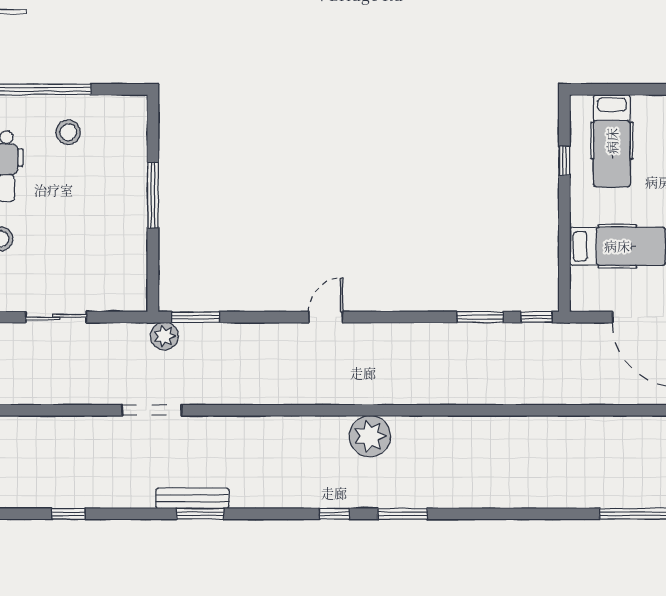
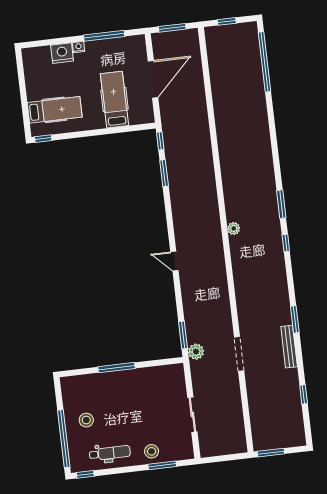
window: (564, 161) -> (43, 139), moved
plant: (370, 436) -> (234, 229), width x0.53, depth x0.53
bench: (192, 498) -> (289, 347), moved

